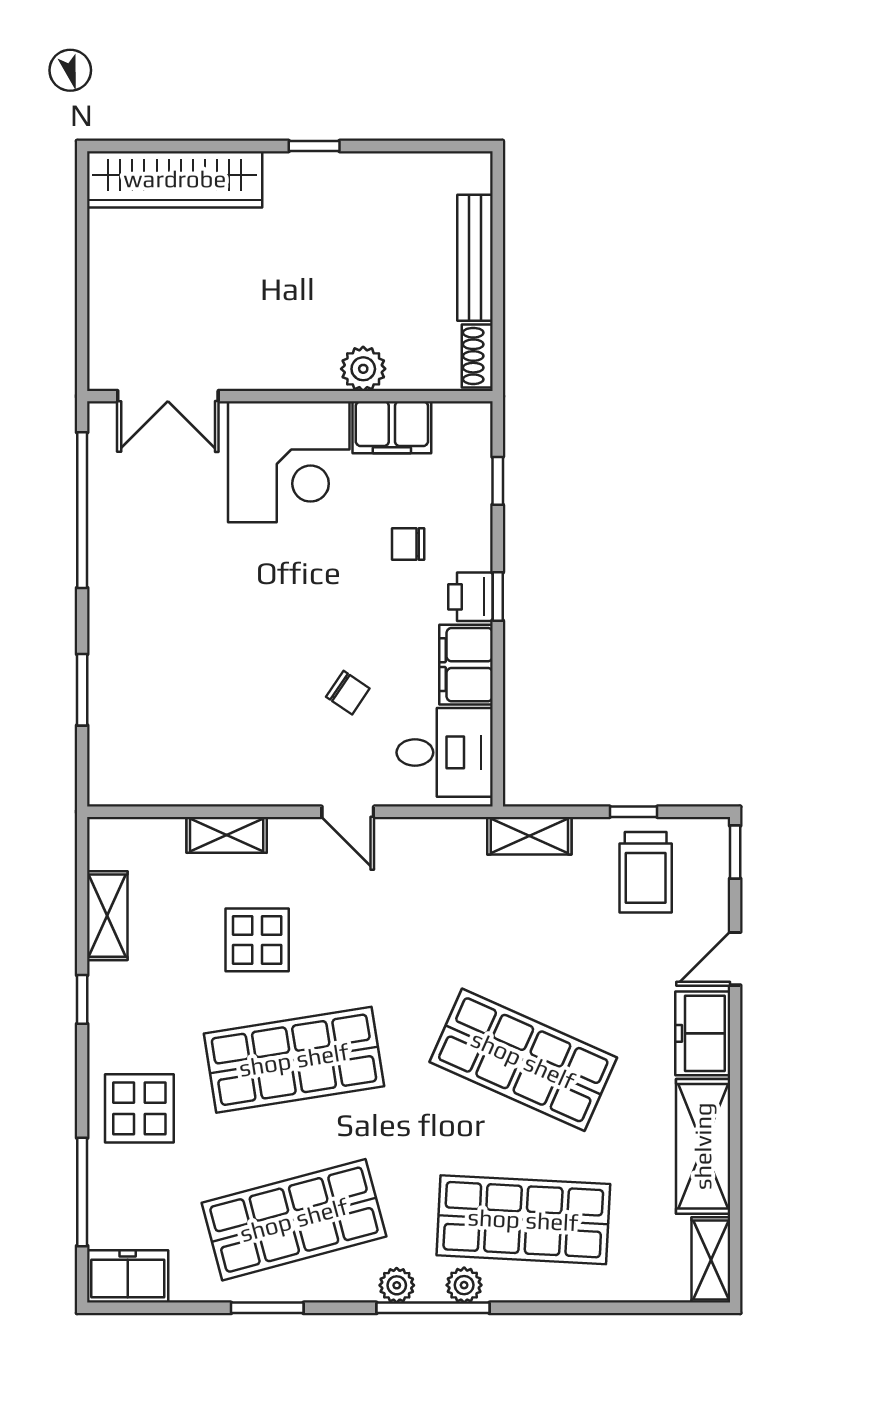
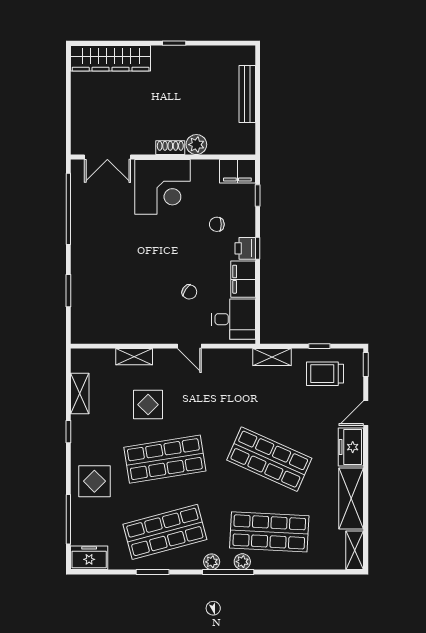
shoe rack: (477, 356) -> (170, 148), moved, turned 90
filing cabinet: (392, 427) -> (237, 171), moved
trolley: (646, 872) -> (325, 374), turned 90

